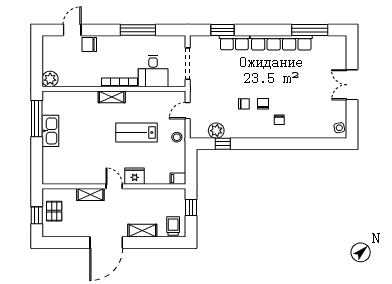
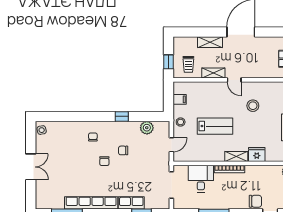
chair: (263, 104) -> (104, 161), moved
window: (223, 144) -> (122, 116), moved
stool: (92, 156) -> (253, 106), added
fridge: (135, 176) -> (257, 155), moved, turned 180
filing cabinet: (178, 179) -> (180, 99), moved
shelving: (90, 194) -> (213, 73), moved
trolley: (173, 226) -> (188, 64), moved

